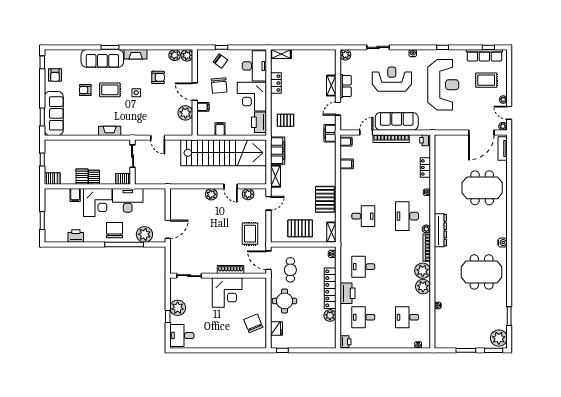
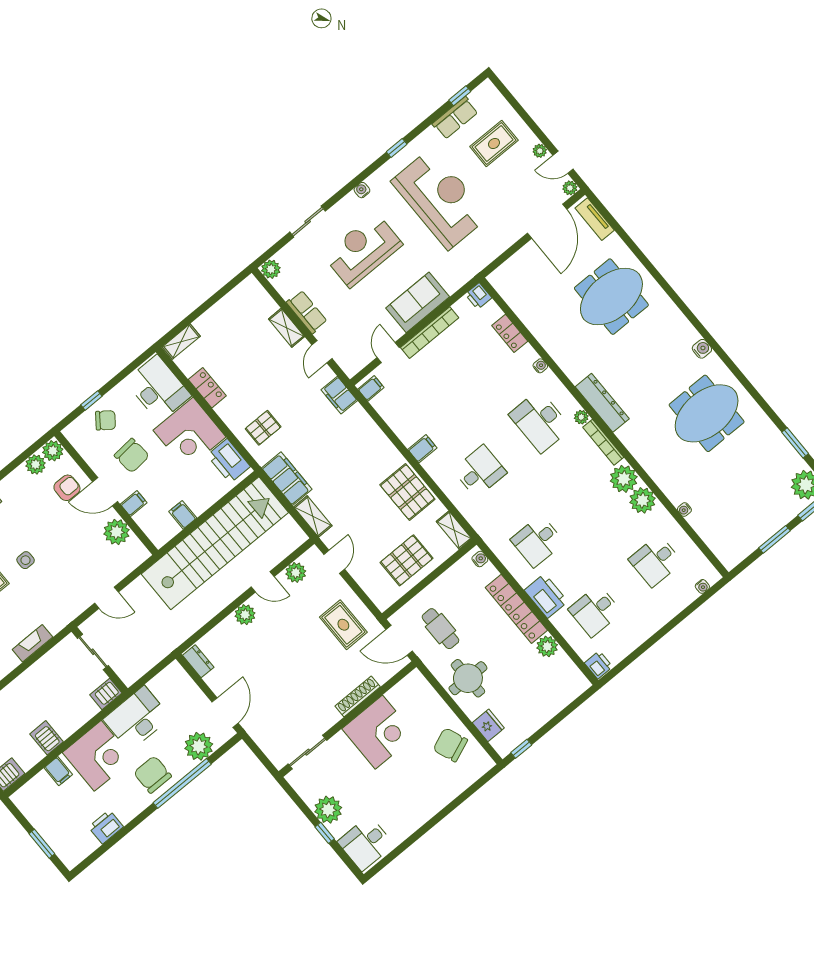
row of seats: (484, 55) -> (455, 118), width x0.68
armchair: (158, 77) -> (67, 488), moved
sofa: (397, 121) -> (418, 302), width x0.73
filing cabinet: (347, 164) -> (422, 449), moved
server rack: (94, 177) -> (64, 725), removed
dresser: (175, 198) -> (198, 661), added

